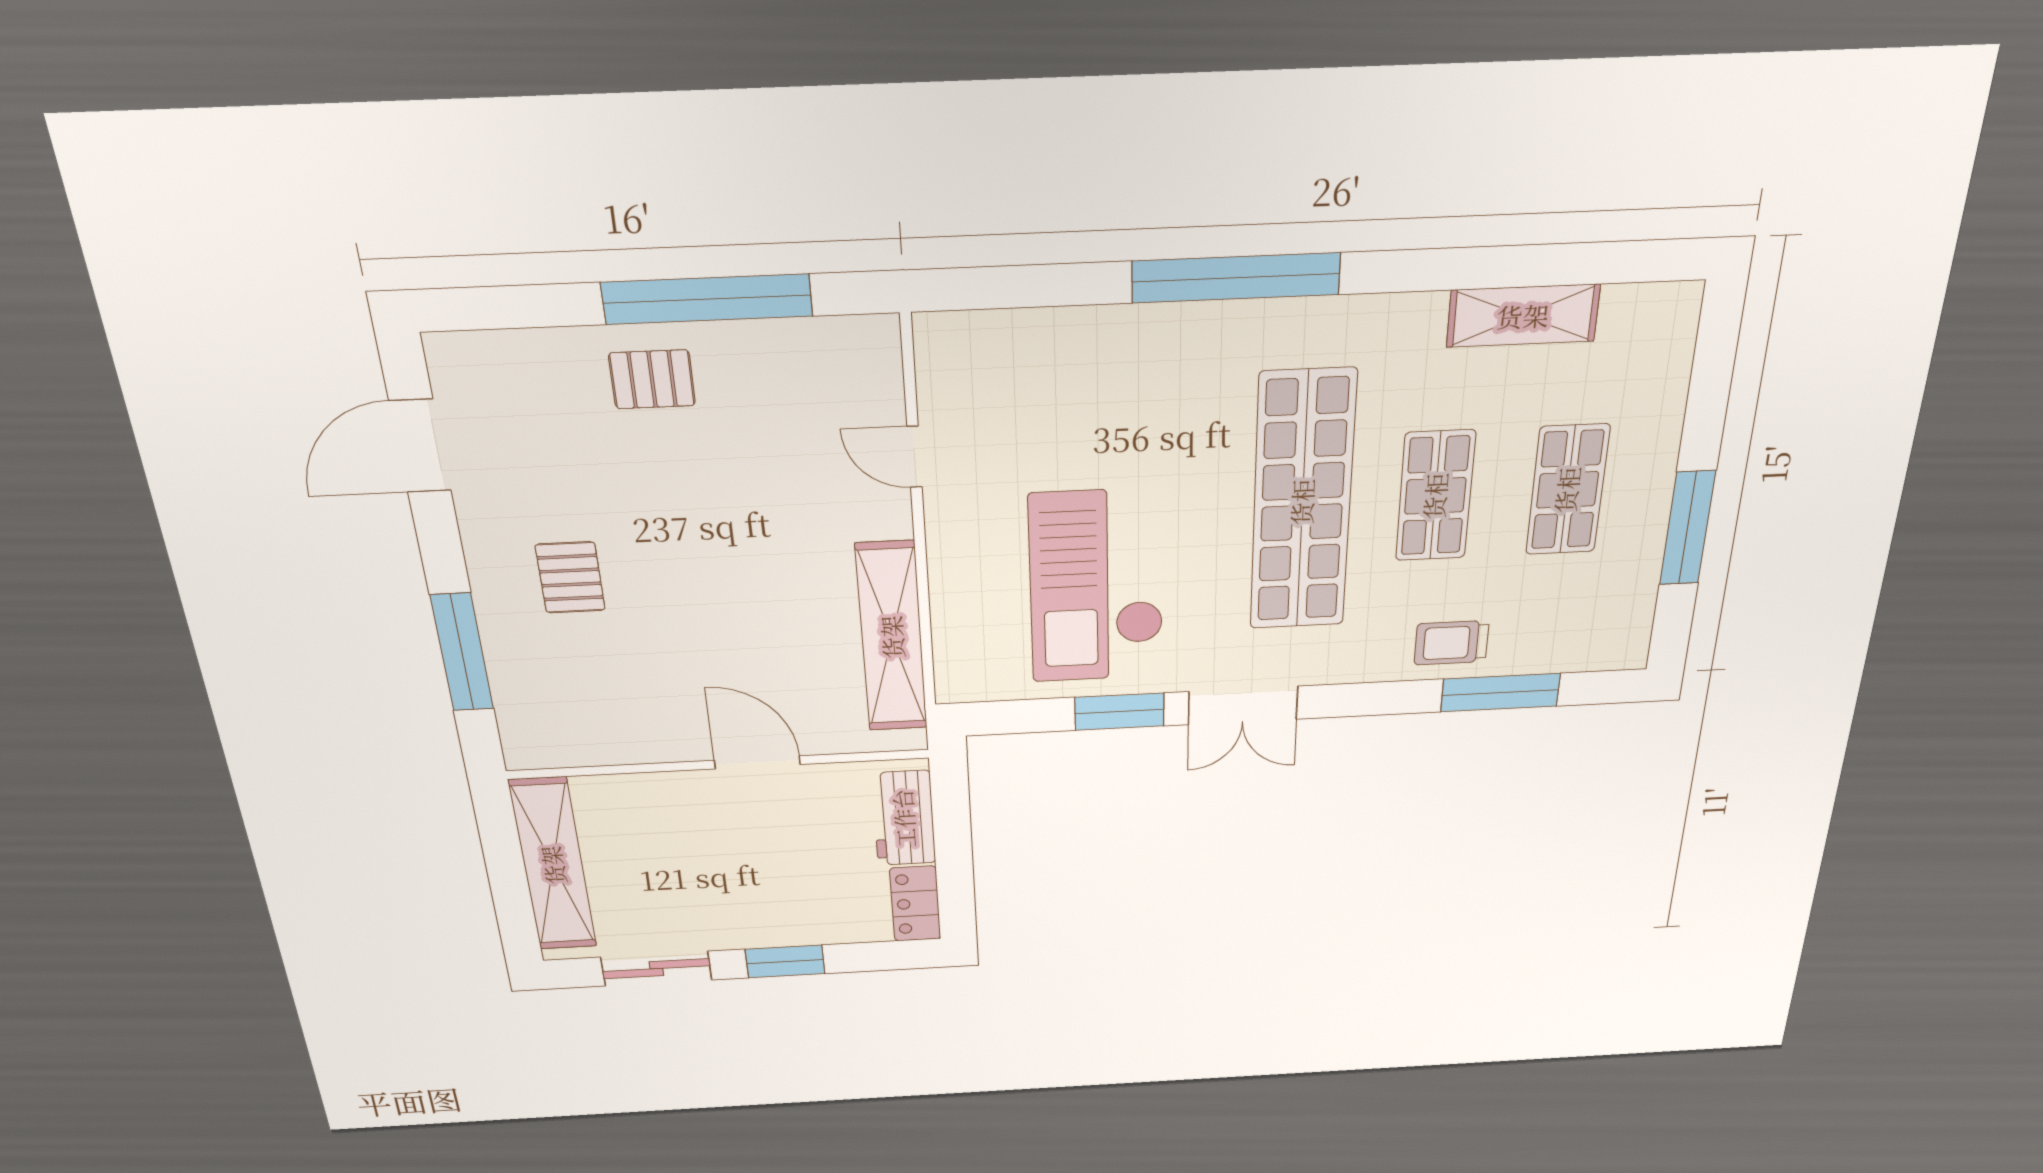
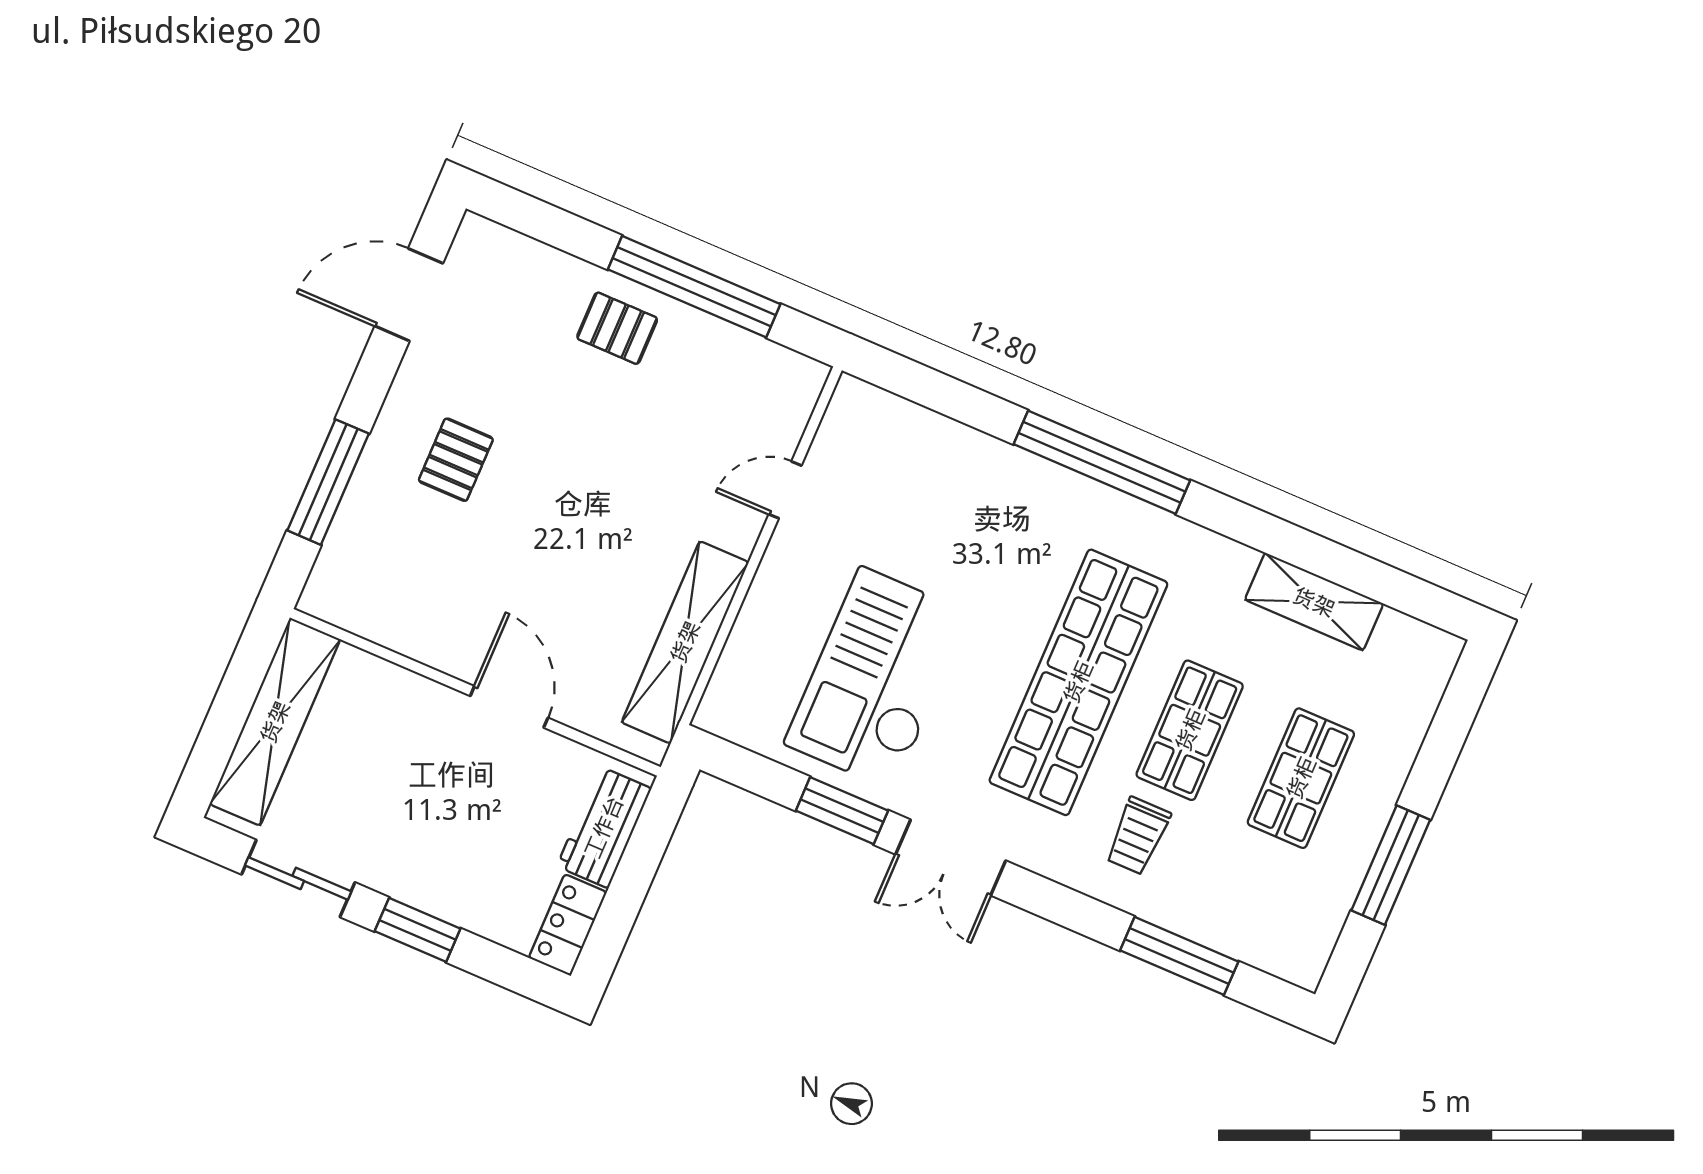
door: (914, 457) -> (785, 490), hinge flipped
trolley: (1451, 643) -> (1138, 836), moved, turned -90

